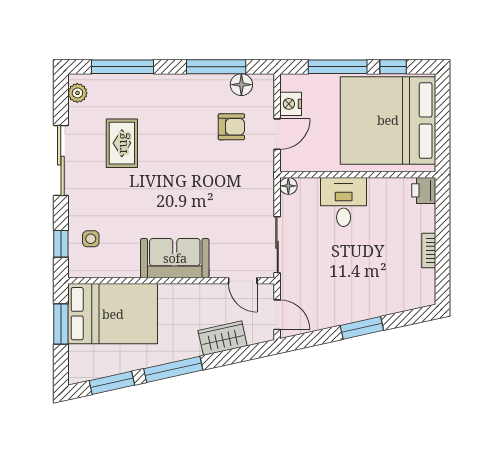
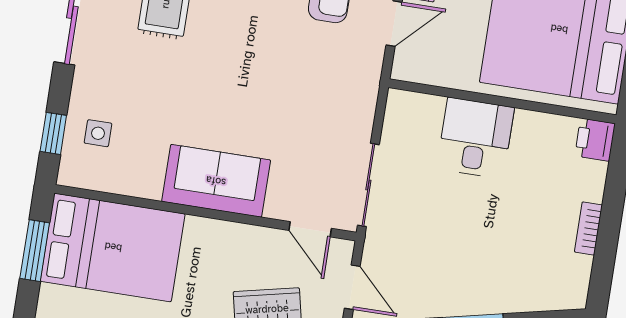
floor lamp: (288, 186) -> (399, 102), removed

